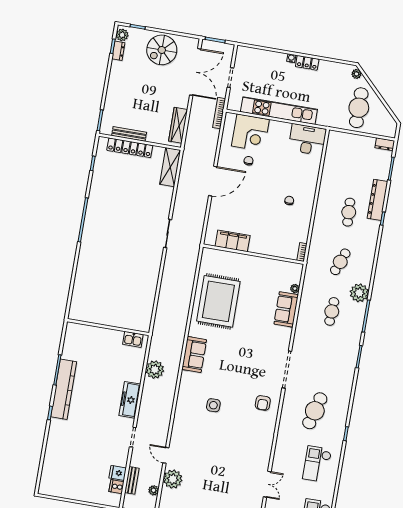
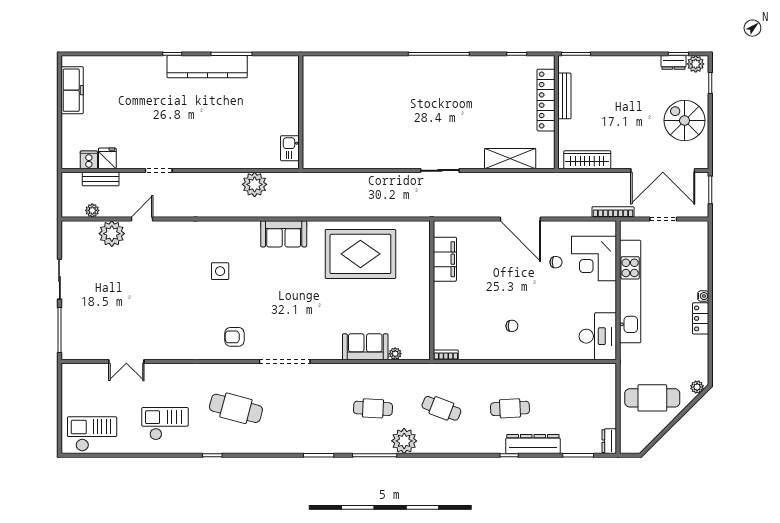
shelving: (170, 167) -> (510, 159), moved
freezer: (130, 400) -> (72, 90), moved, turned 90

